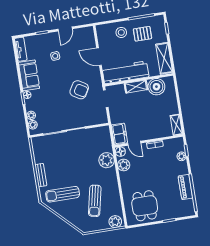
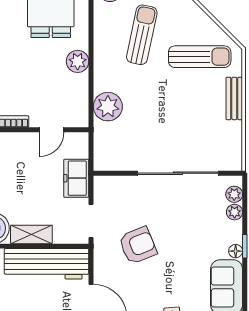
armchair: (79, 90) -> (138, 245), turned 127
freezer: (119, 134) -> (76, 178), moved
door: (134, 143) -> (51, 130), swing flipped
floor lamp: (120, 152) -> (80, 118), removed
plant: (124, 165) -> (78, 61), moved

